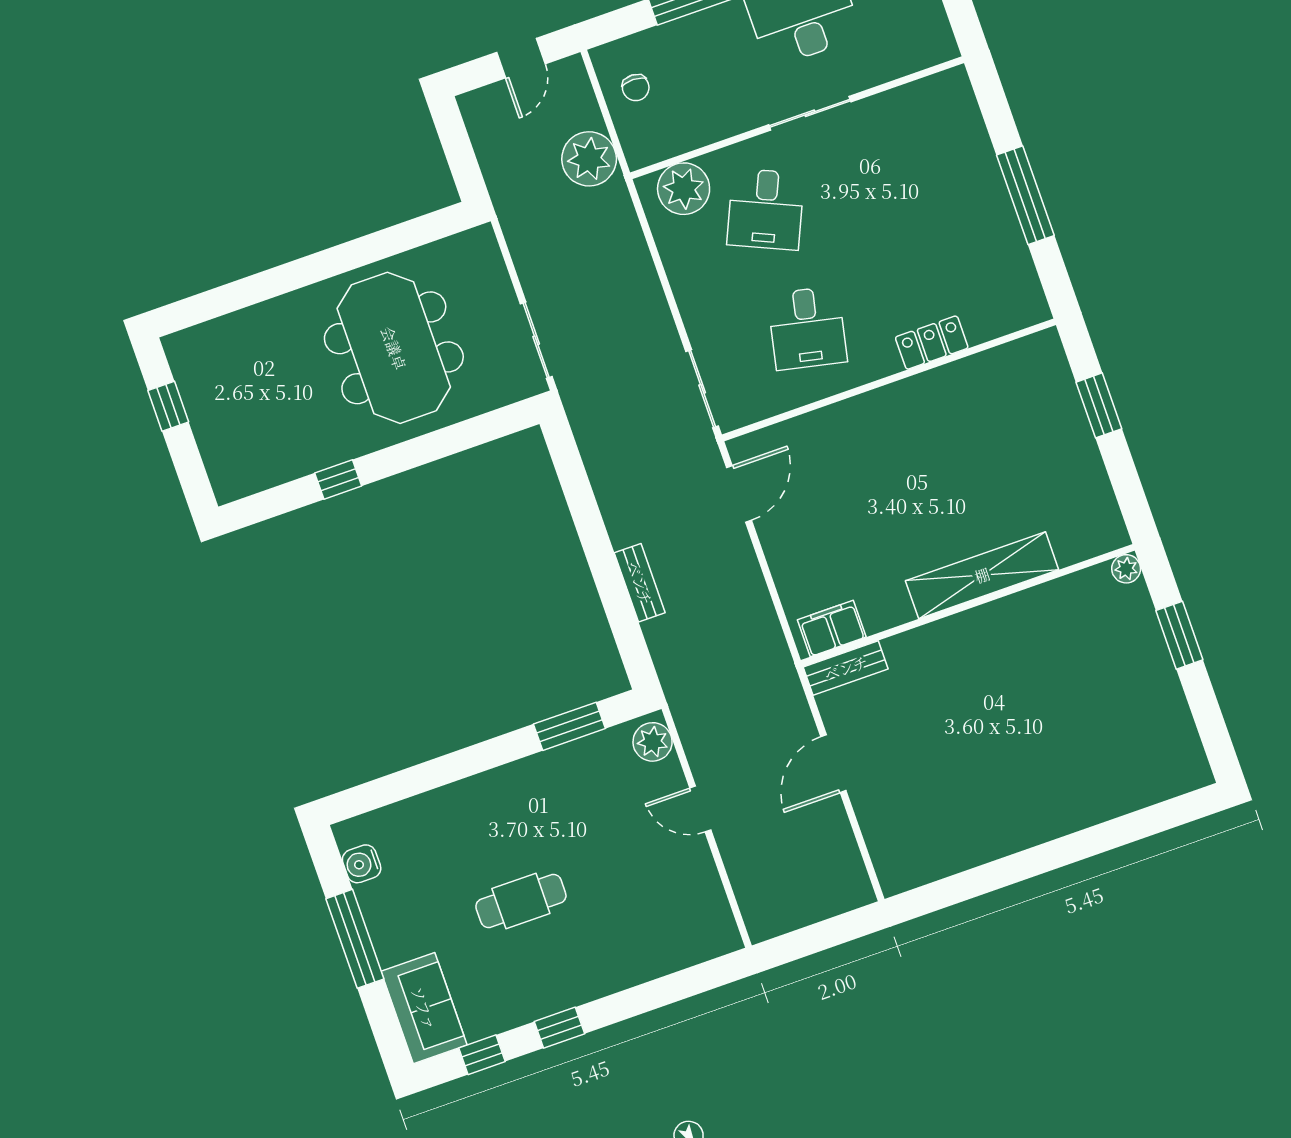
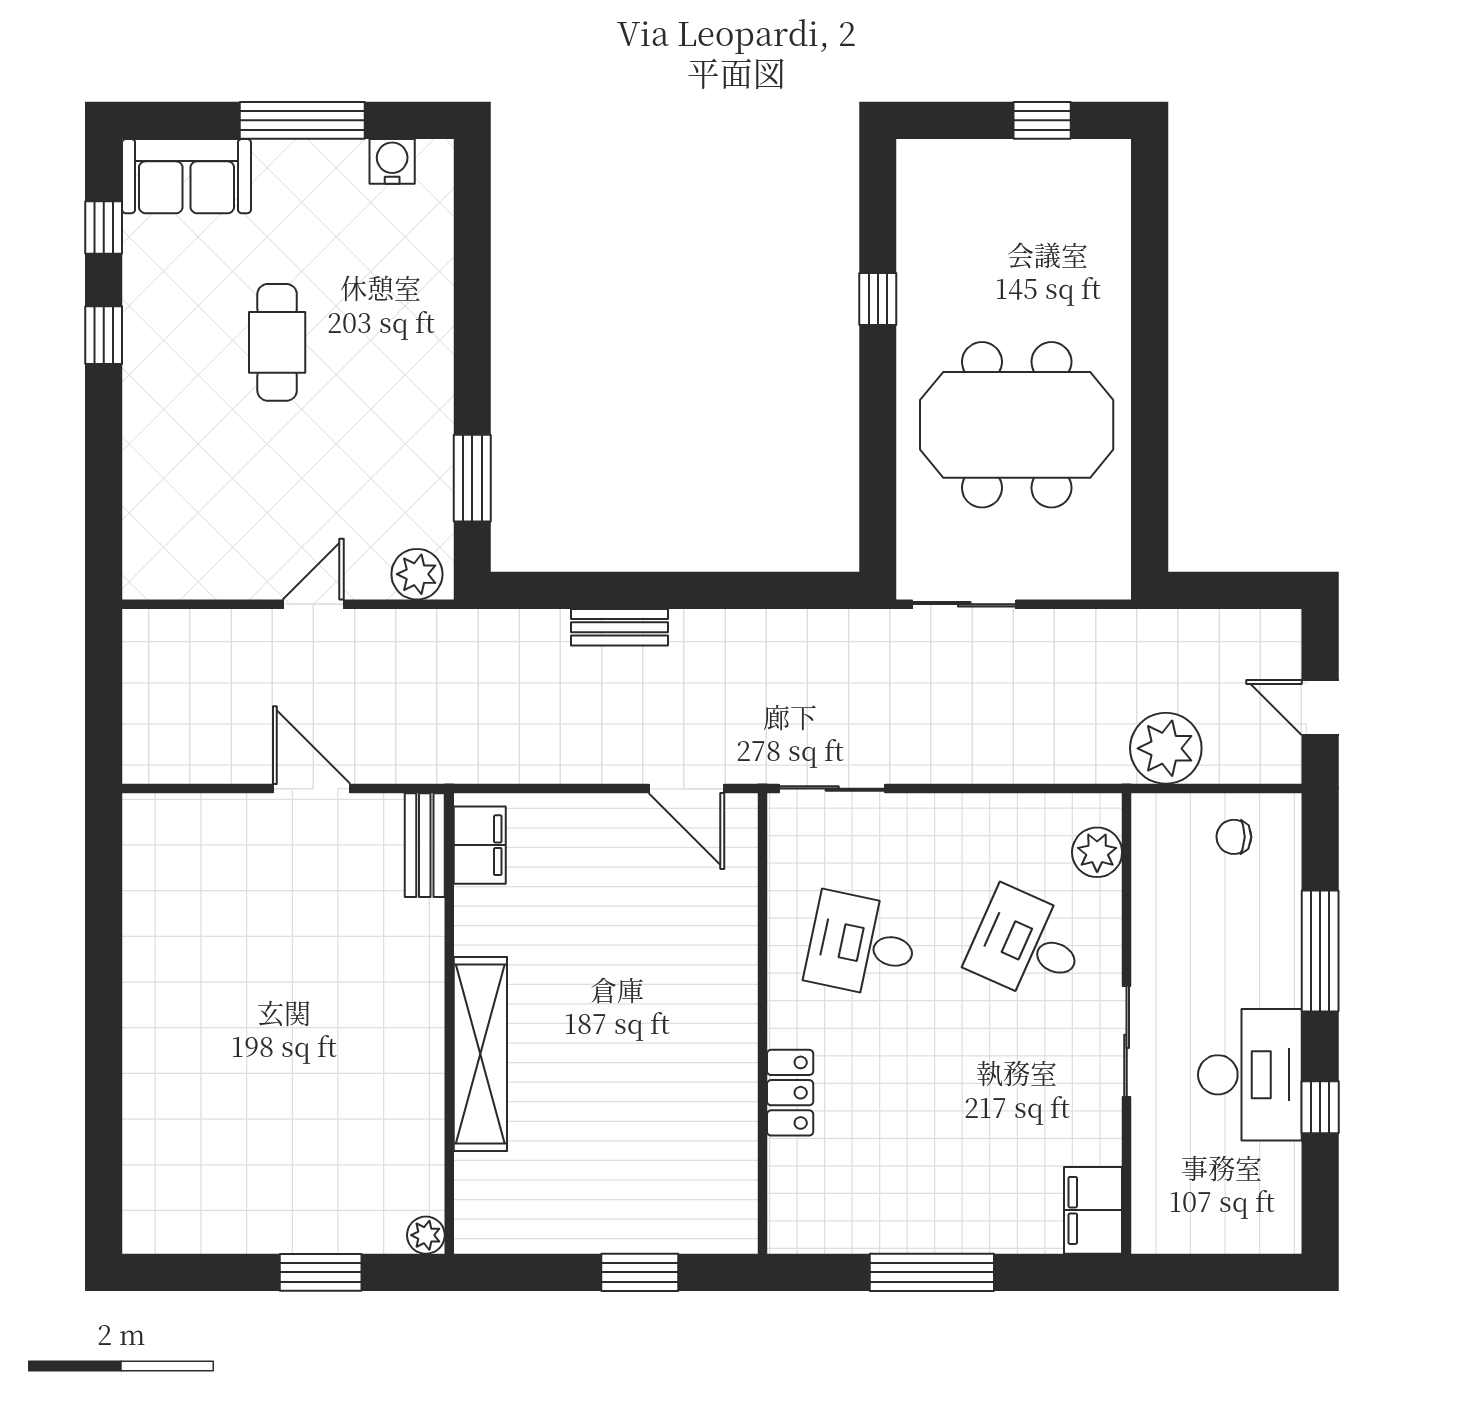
filing cabinet: (940, 95) -> (1093, 1210), added
plant: (684, 189) -> (1097, 852), width x0.73, depth x0.73

